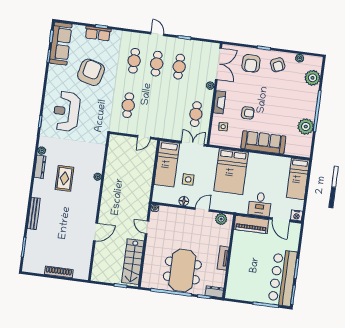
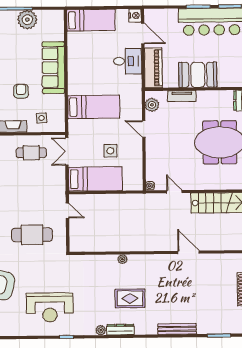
cafe table: (128, 105) -> (32, 235), width x1.37, depth x1.35
bed: (231, 172) -> (94, 107), width x0.67
floor lamp: (184, 201) -> (137, 152), removed
door: (281, 220) -> (143, 34), hinge flipped
door: (147, 227) -> (174, 192), swing flipped
tv unit: (223, 258) -> (182, 96), moved
booth: (240, 260) -> (198, 75), added

